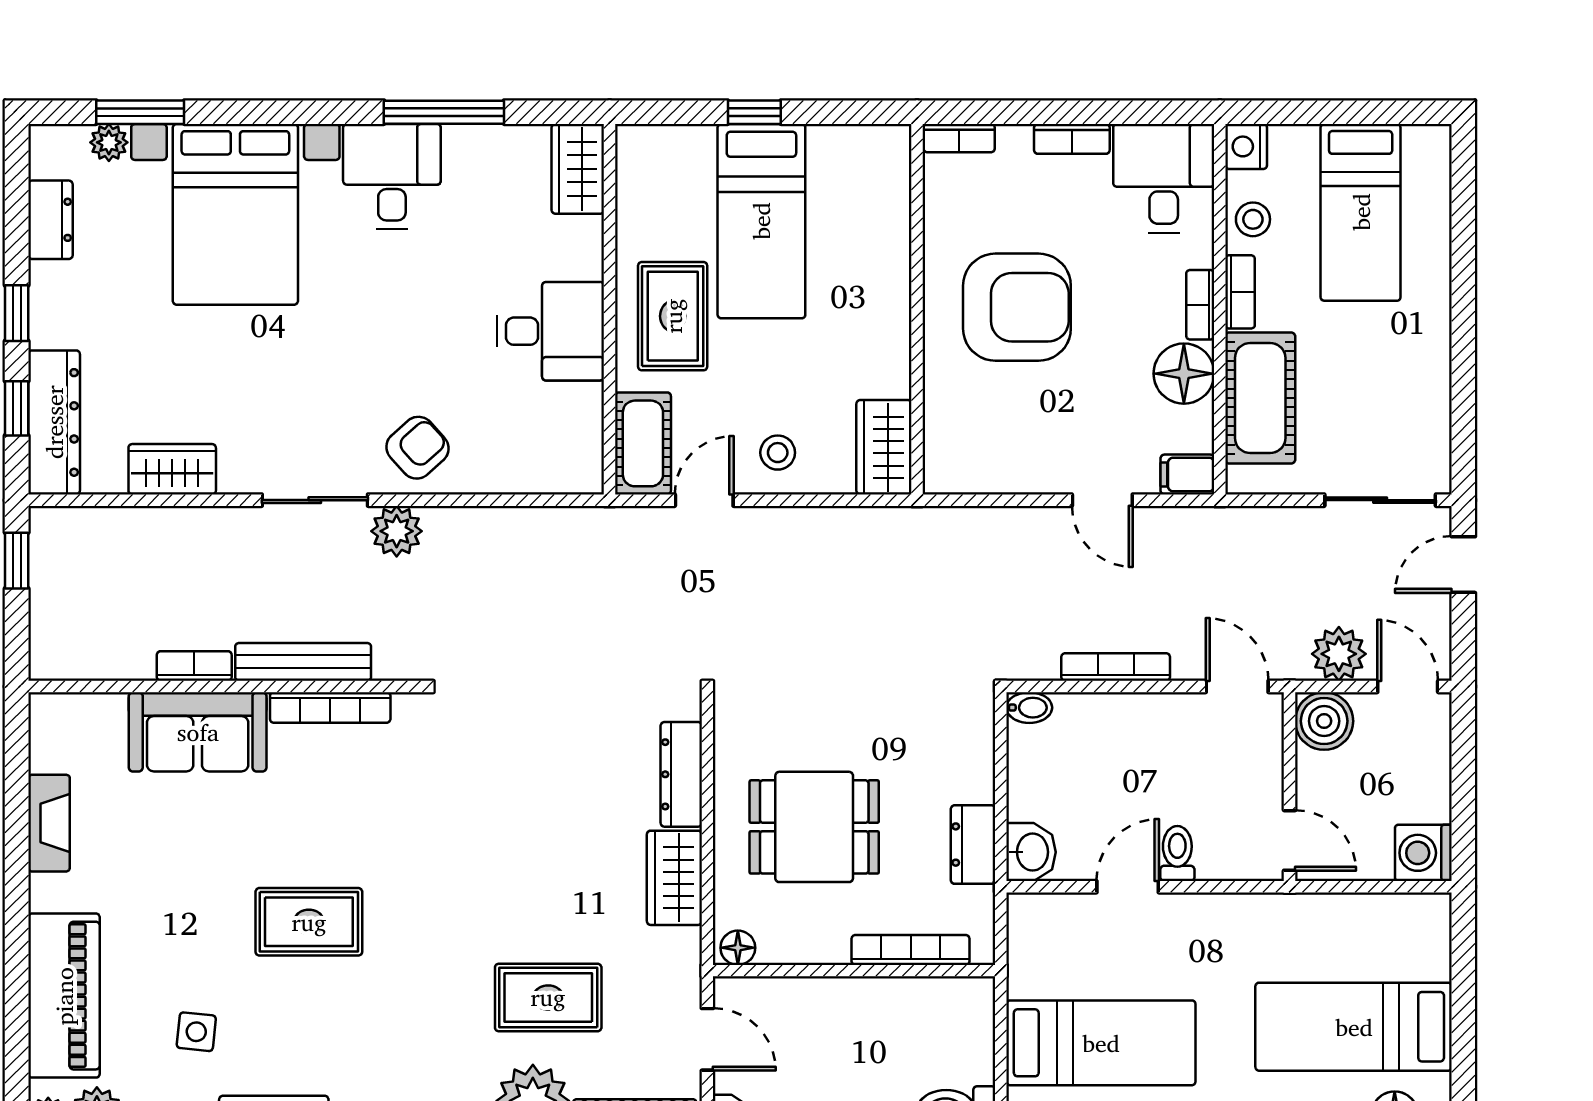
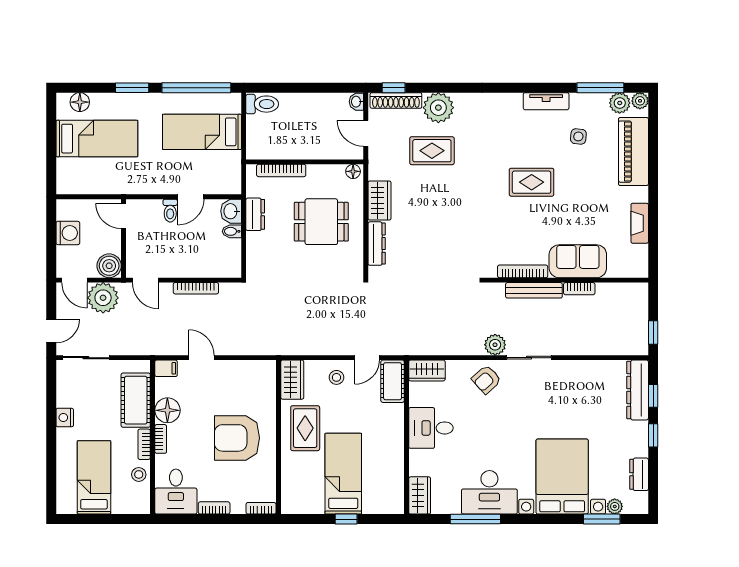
nightstand: (1246, 146) -> (65, 418), moved, turned 180
desk: (392, 176) -> (489, 492), width x1.37
rug: (673, 316) -> (305, 428), moved
wardrobe: (172, 469) -> (427, 370), moved
plant: (1339, 654) -> (103, 298), width x1.36, depth x1.36
bidet: (1029, 708) -> (232, 231), moved
washing machine: (1423, 853) -> (68, 233), moved

